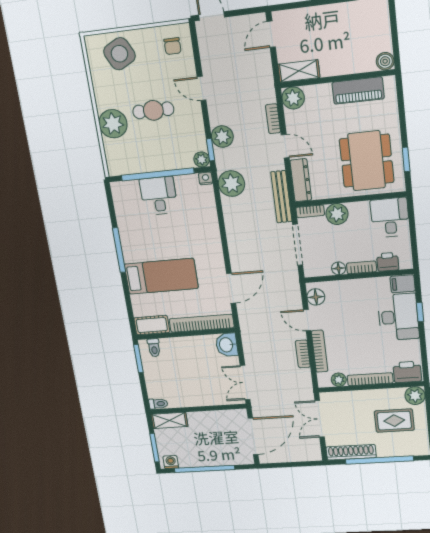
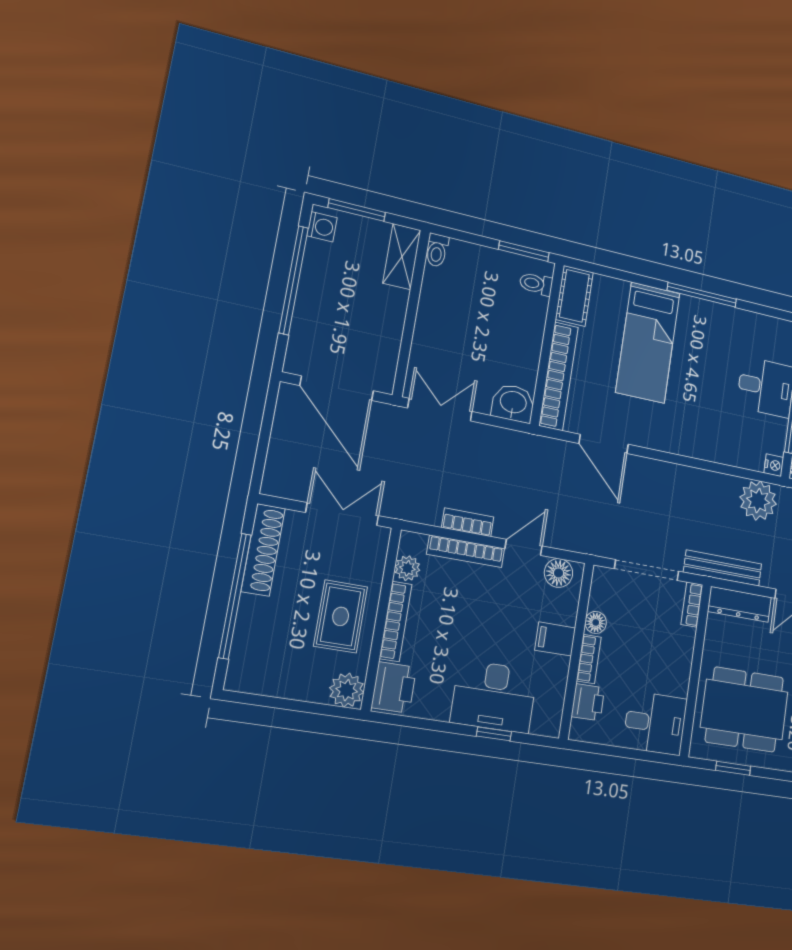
plant: (337, 214) -> (679, 644), removed
filing cabinet: (403, 284) -> (555, 639), moved, turned -90
rug: (394, 421) -> (341, 616), moved

